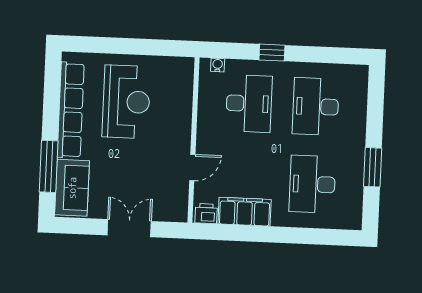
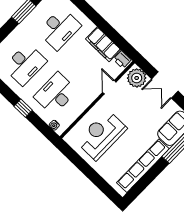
reception desk: (126, 102) -> (102, 135), moved
door: (192, 168) -> (109, 87), hinge flipped
plant: (170, 207) -> (137, 78), added

